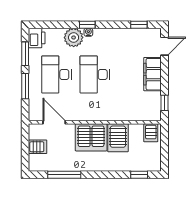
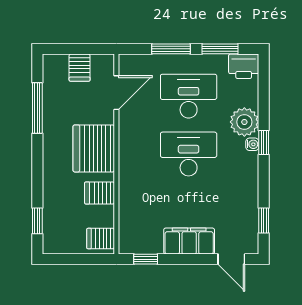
server rack: (118, 138) -> (100, 193), width x0.73, depth x0.70

